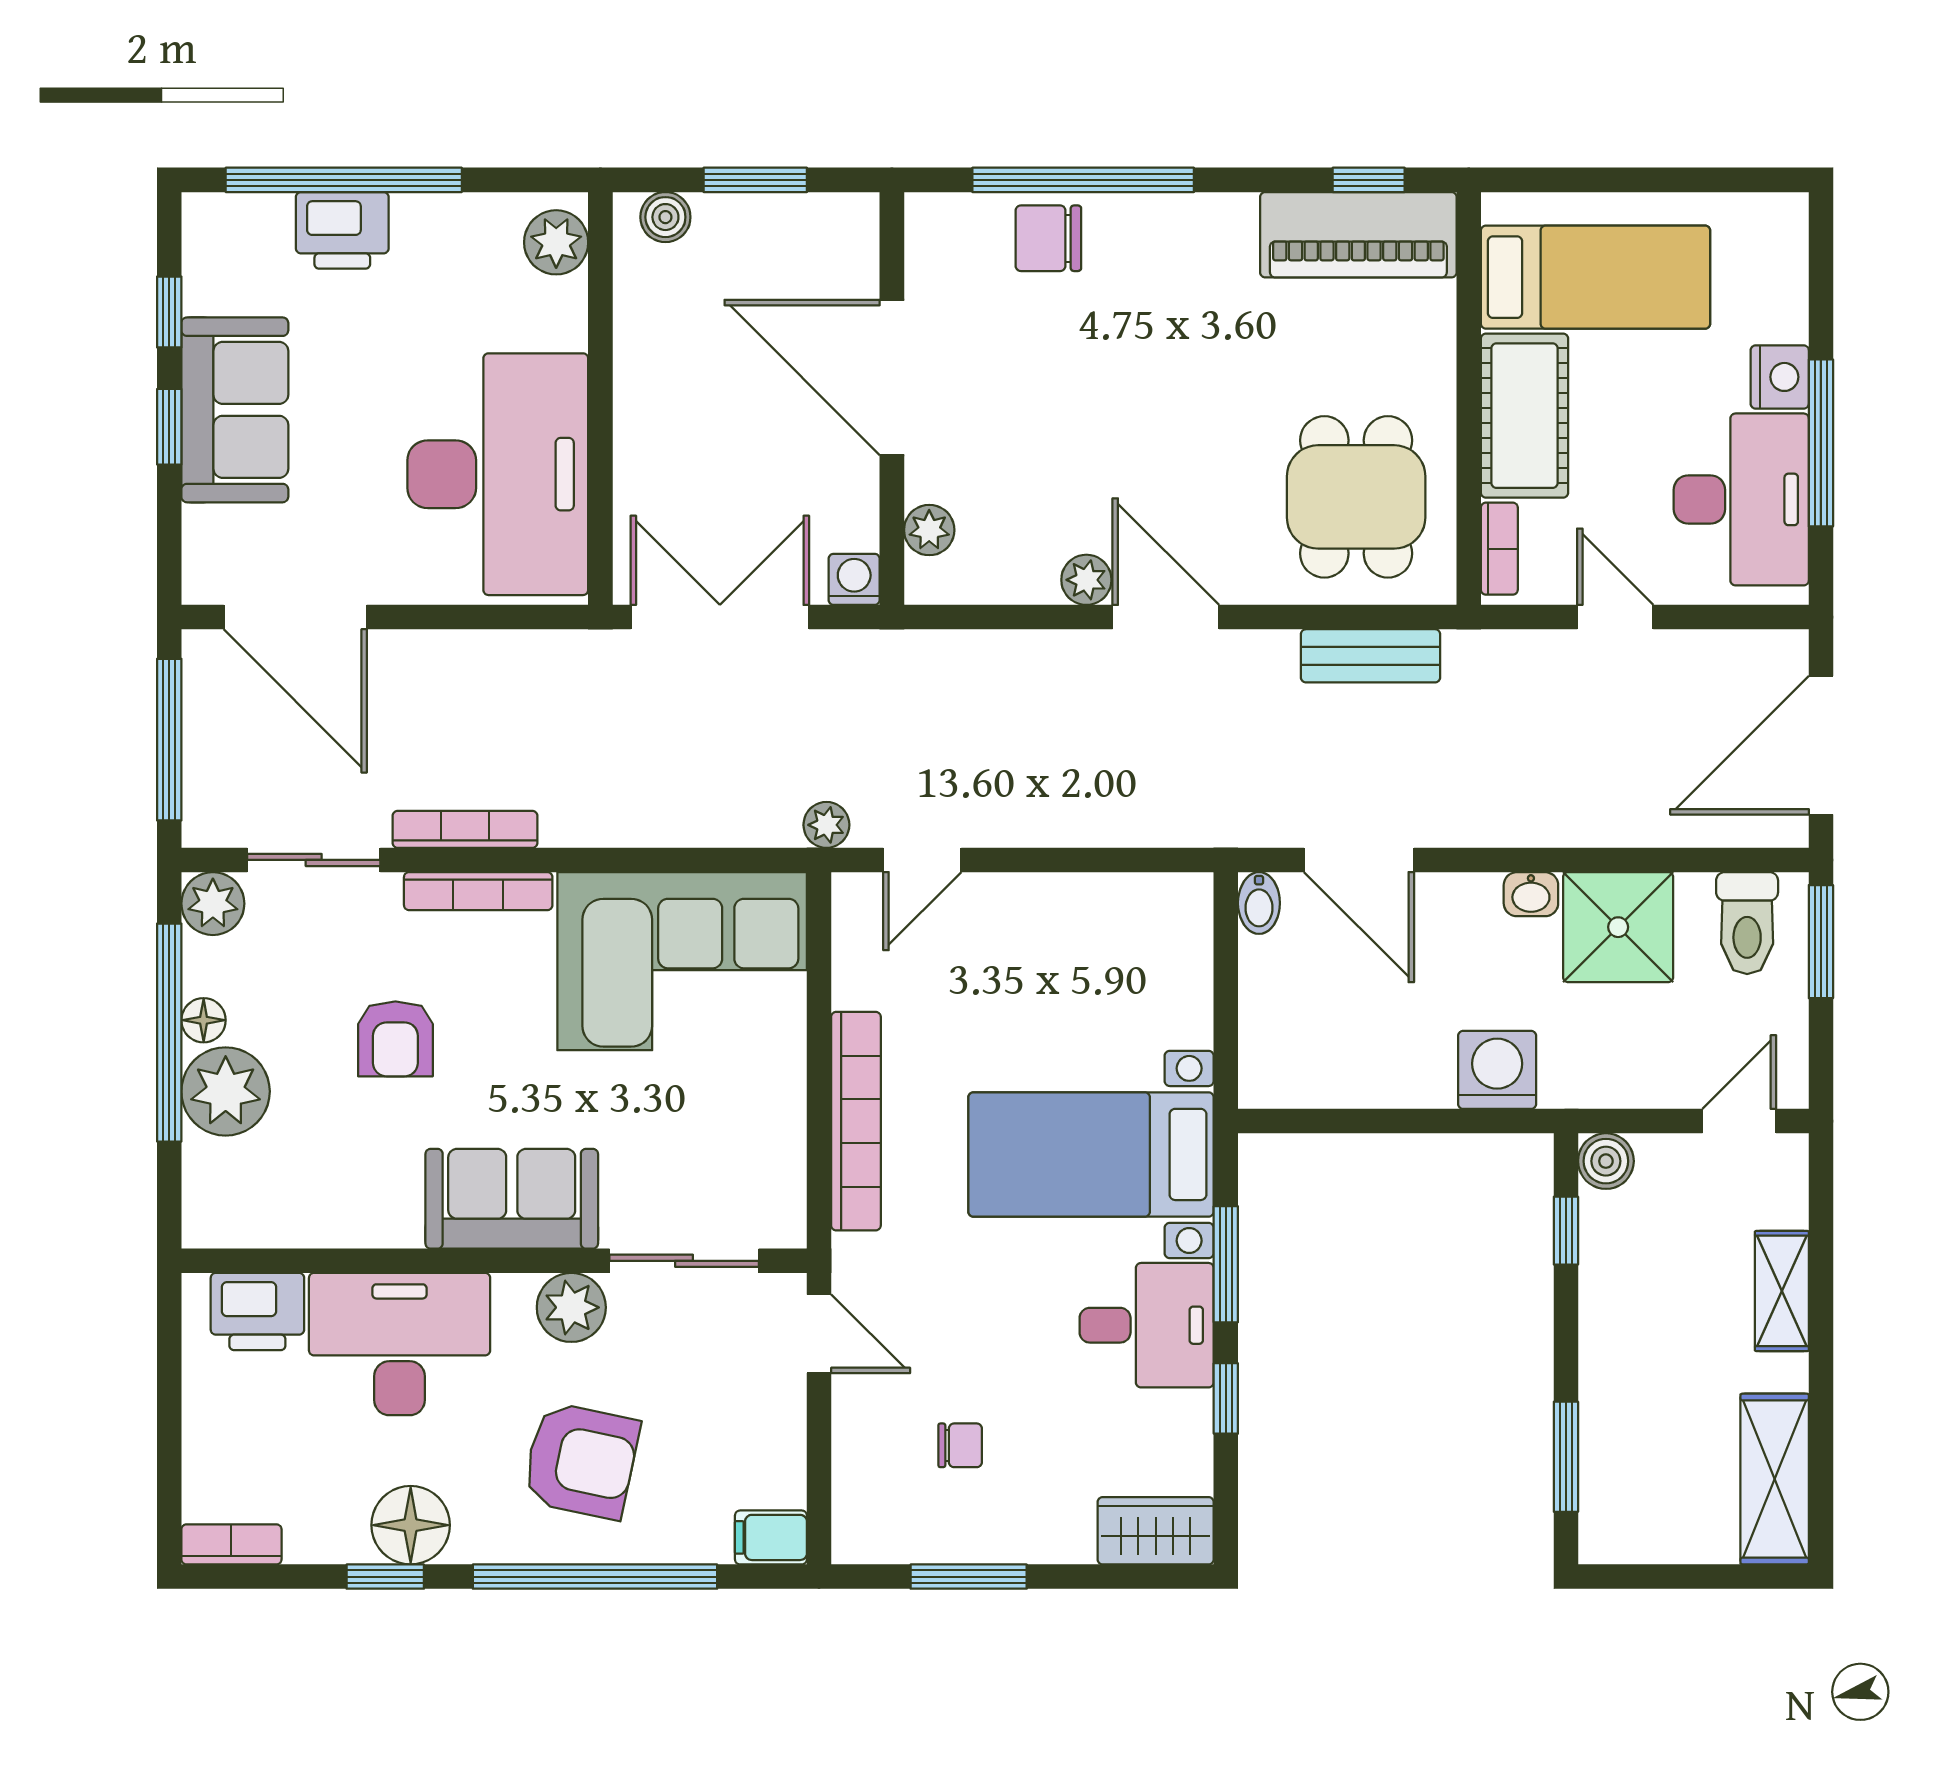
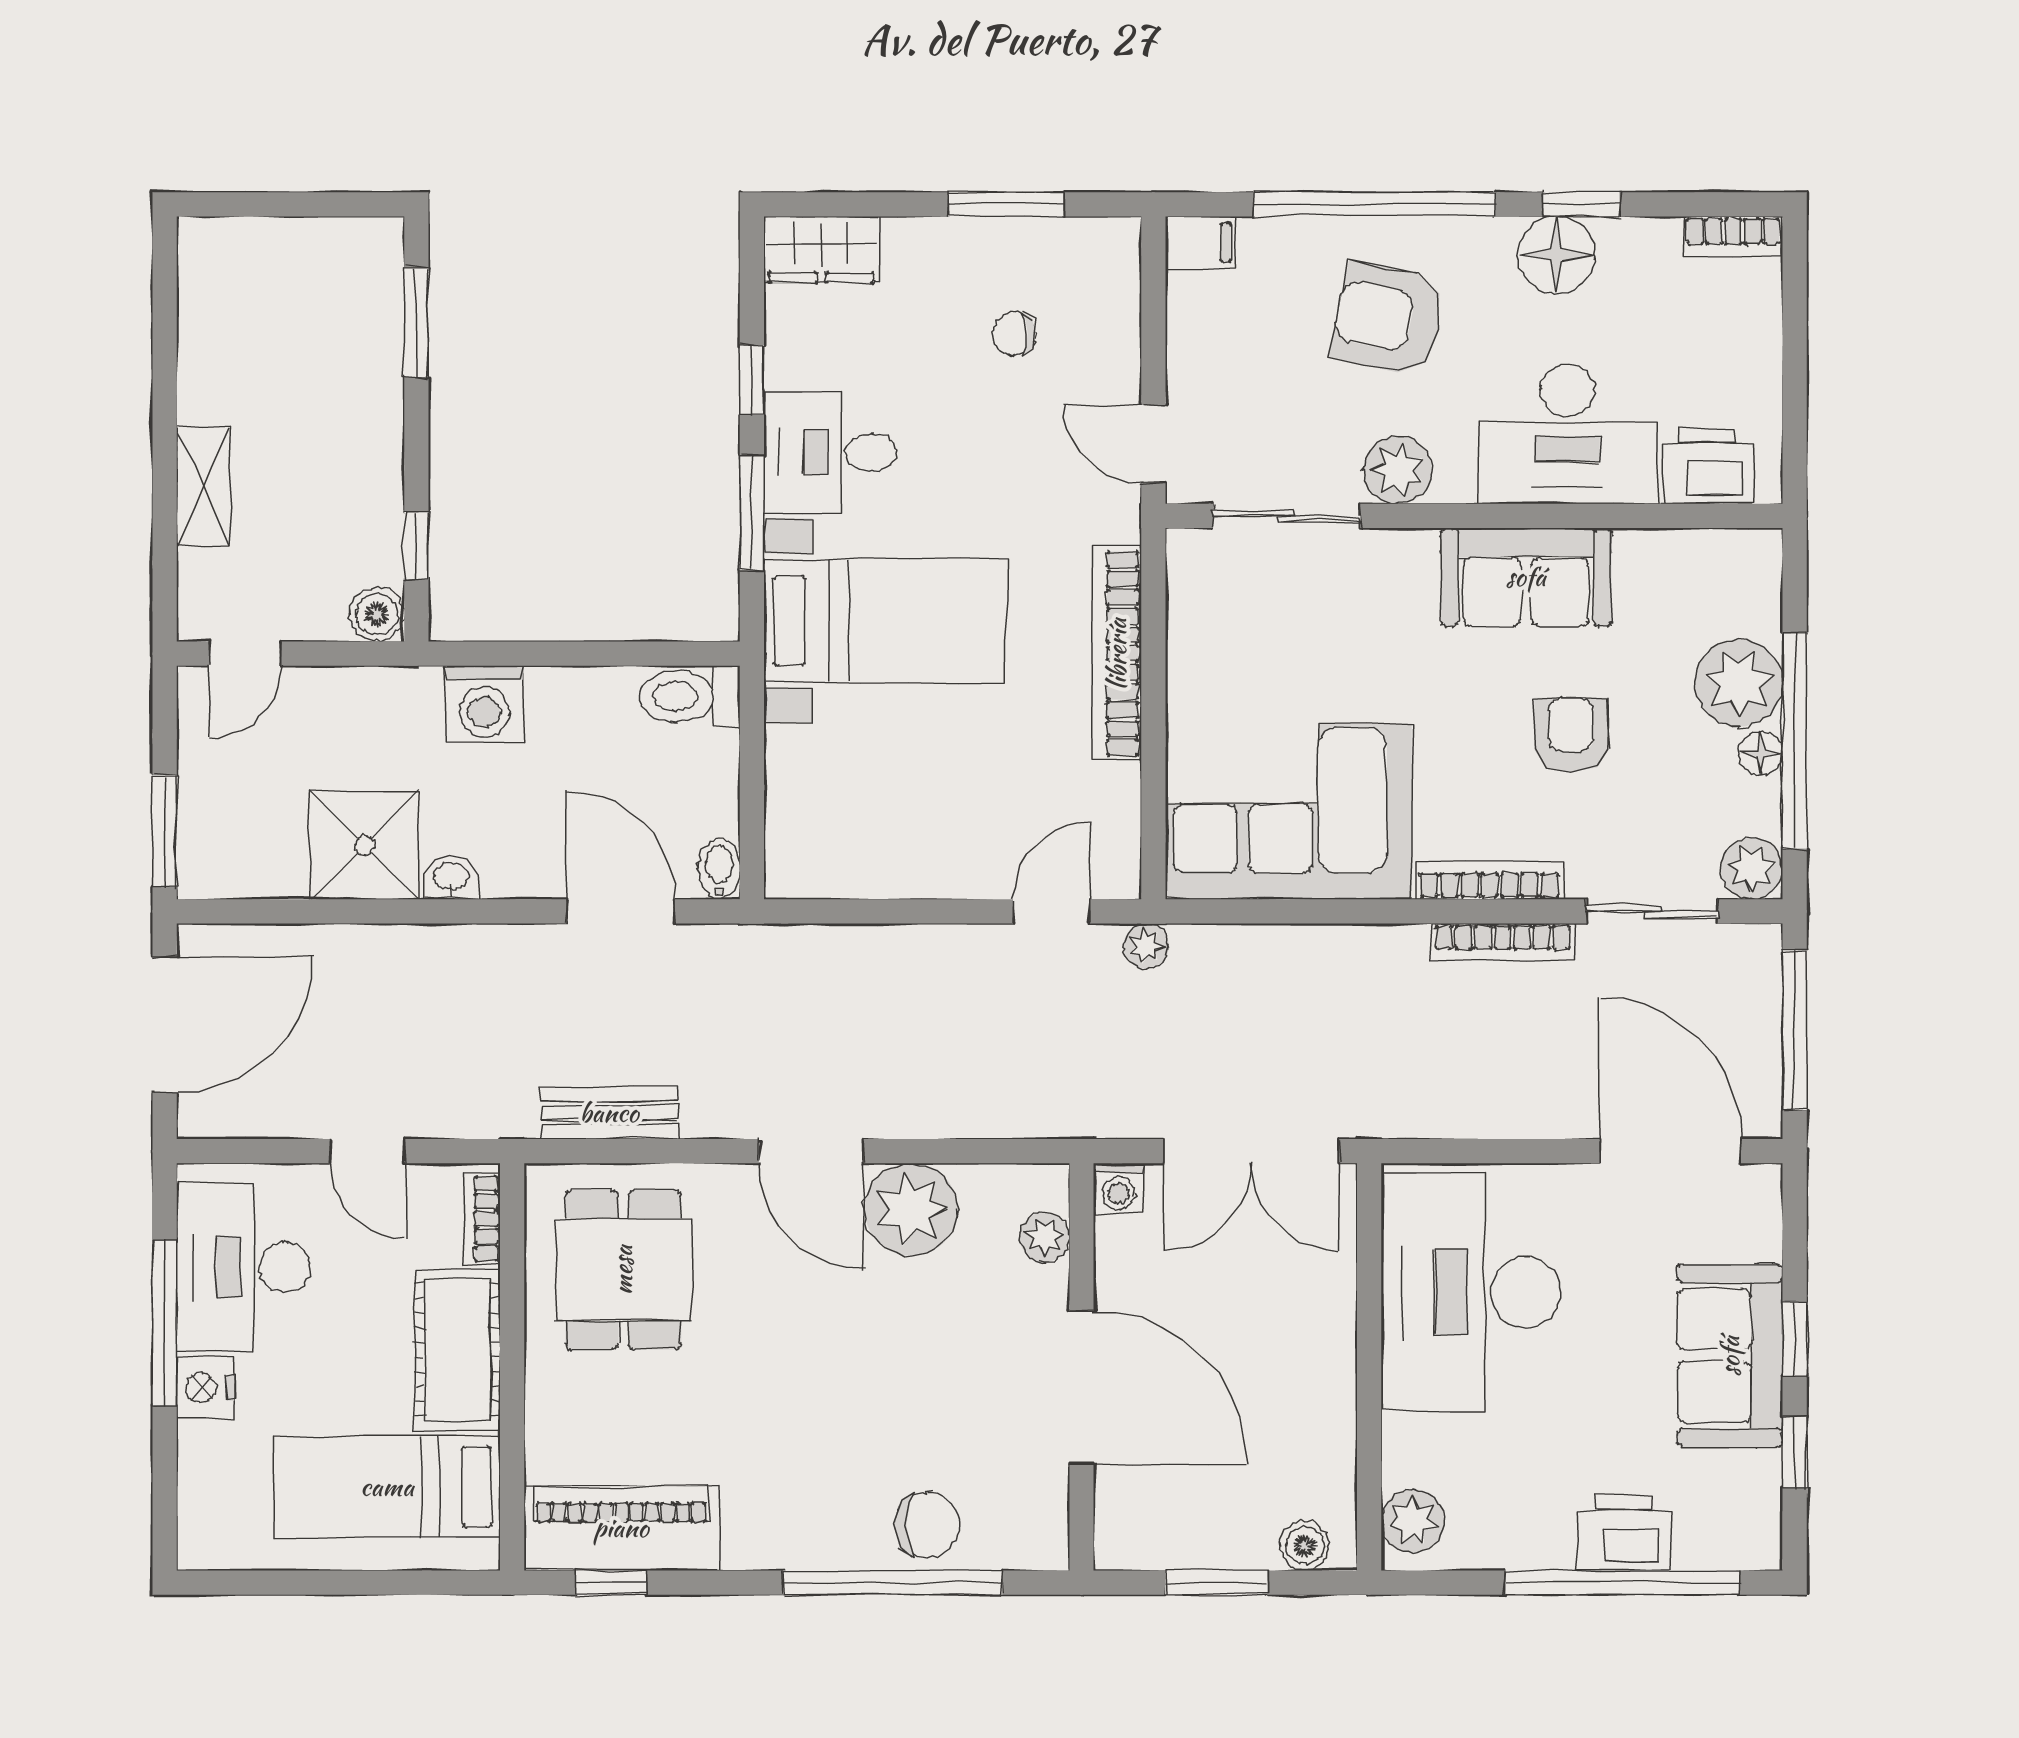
plant: (1086, 580) -> (911, 1210), width x1.88, depth x1.88
toilet: (1747, 923) -> (690, 696), moved, turned -90
sofa: (512, 1199) -> (1526, 577), moved
shelving: (1775, 1479) -> (210, 301), removed

